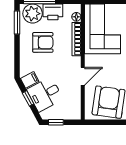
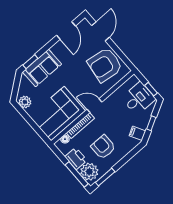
door: (83, 76) -> (94, 106), moved
desk: (45, 94) -> (138, 98), moved, turned -62

